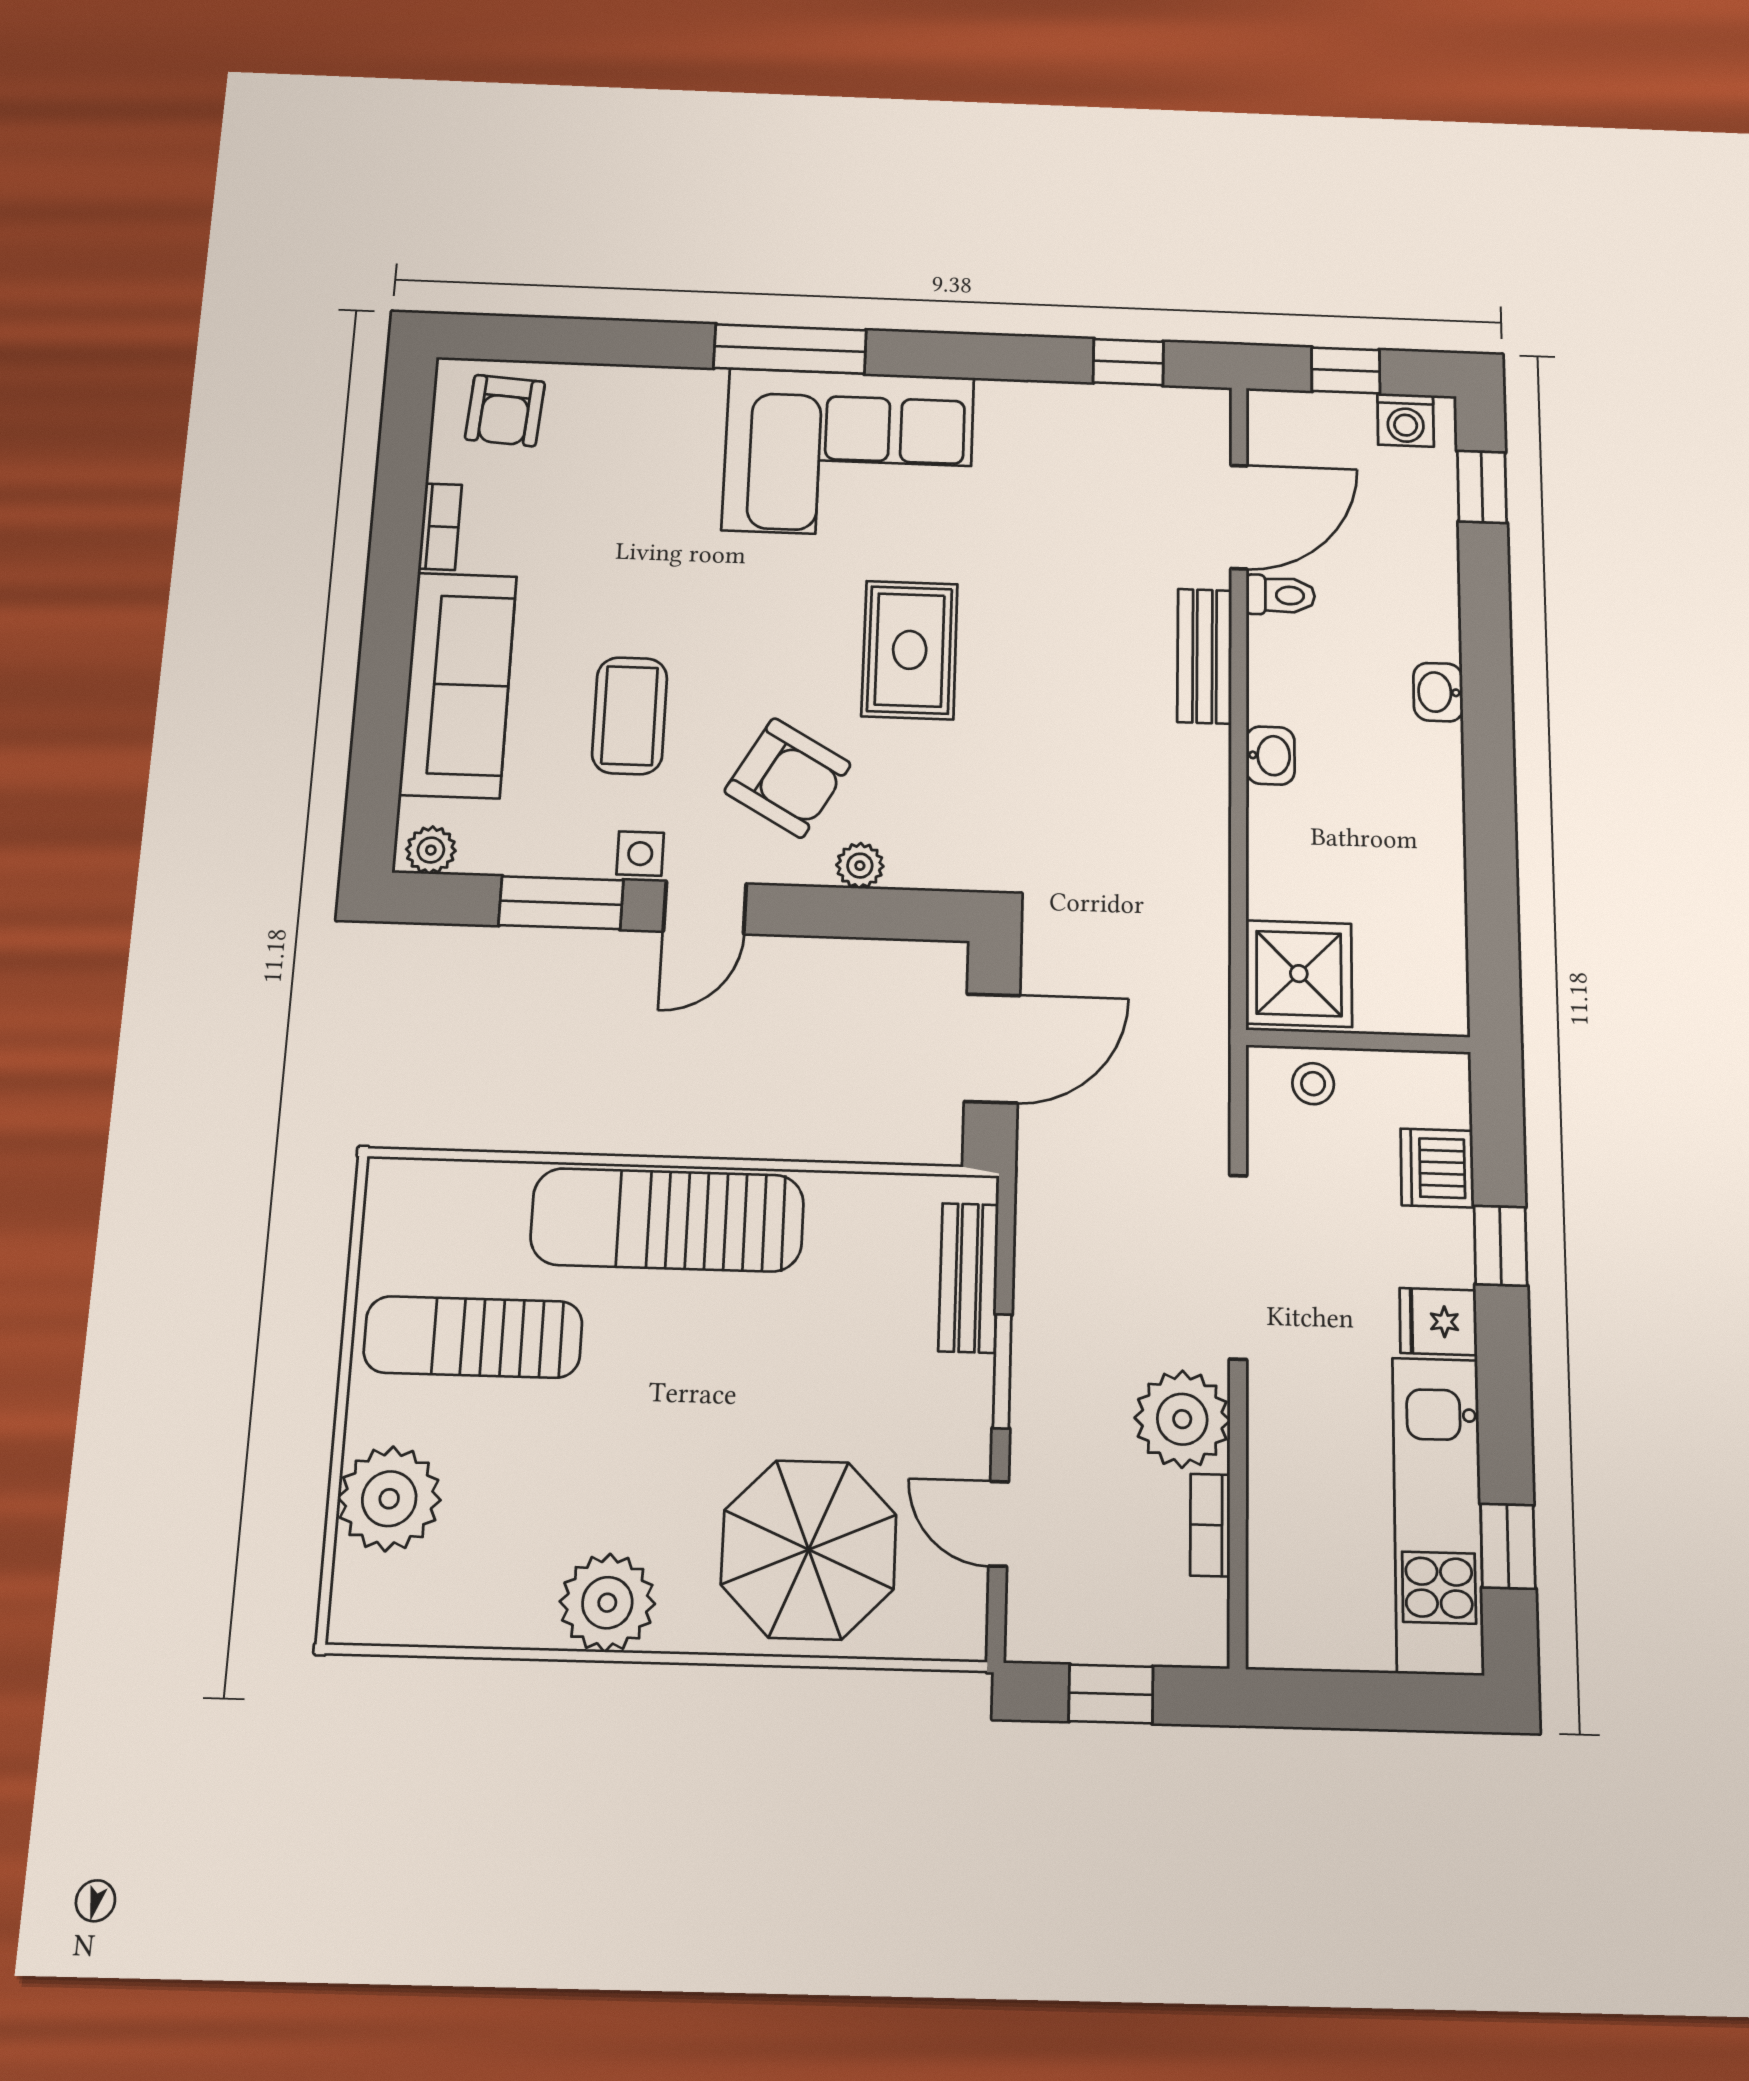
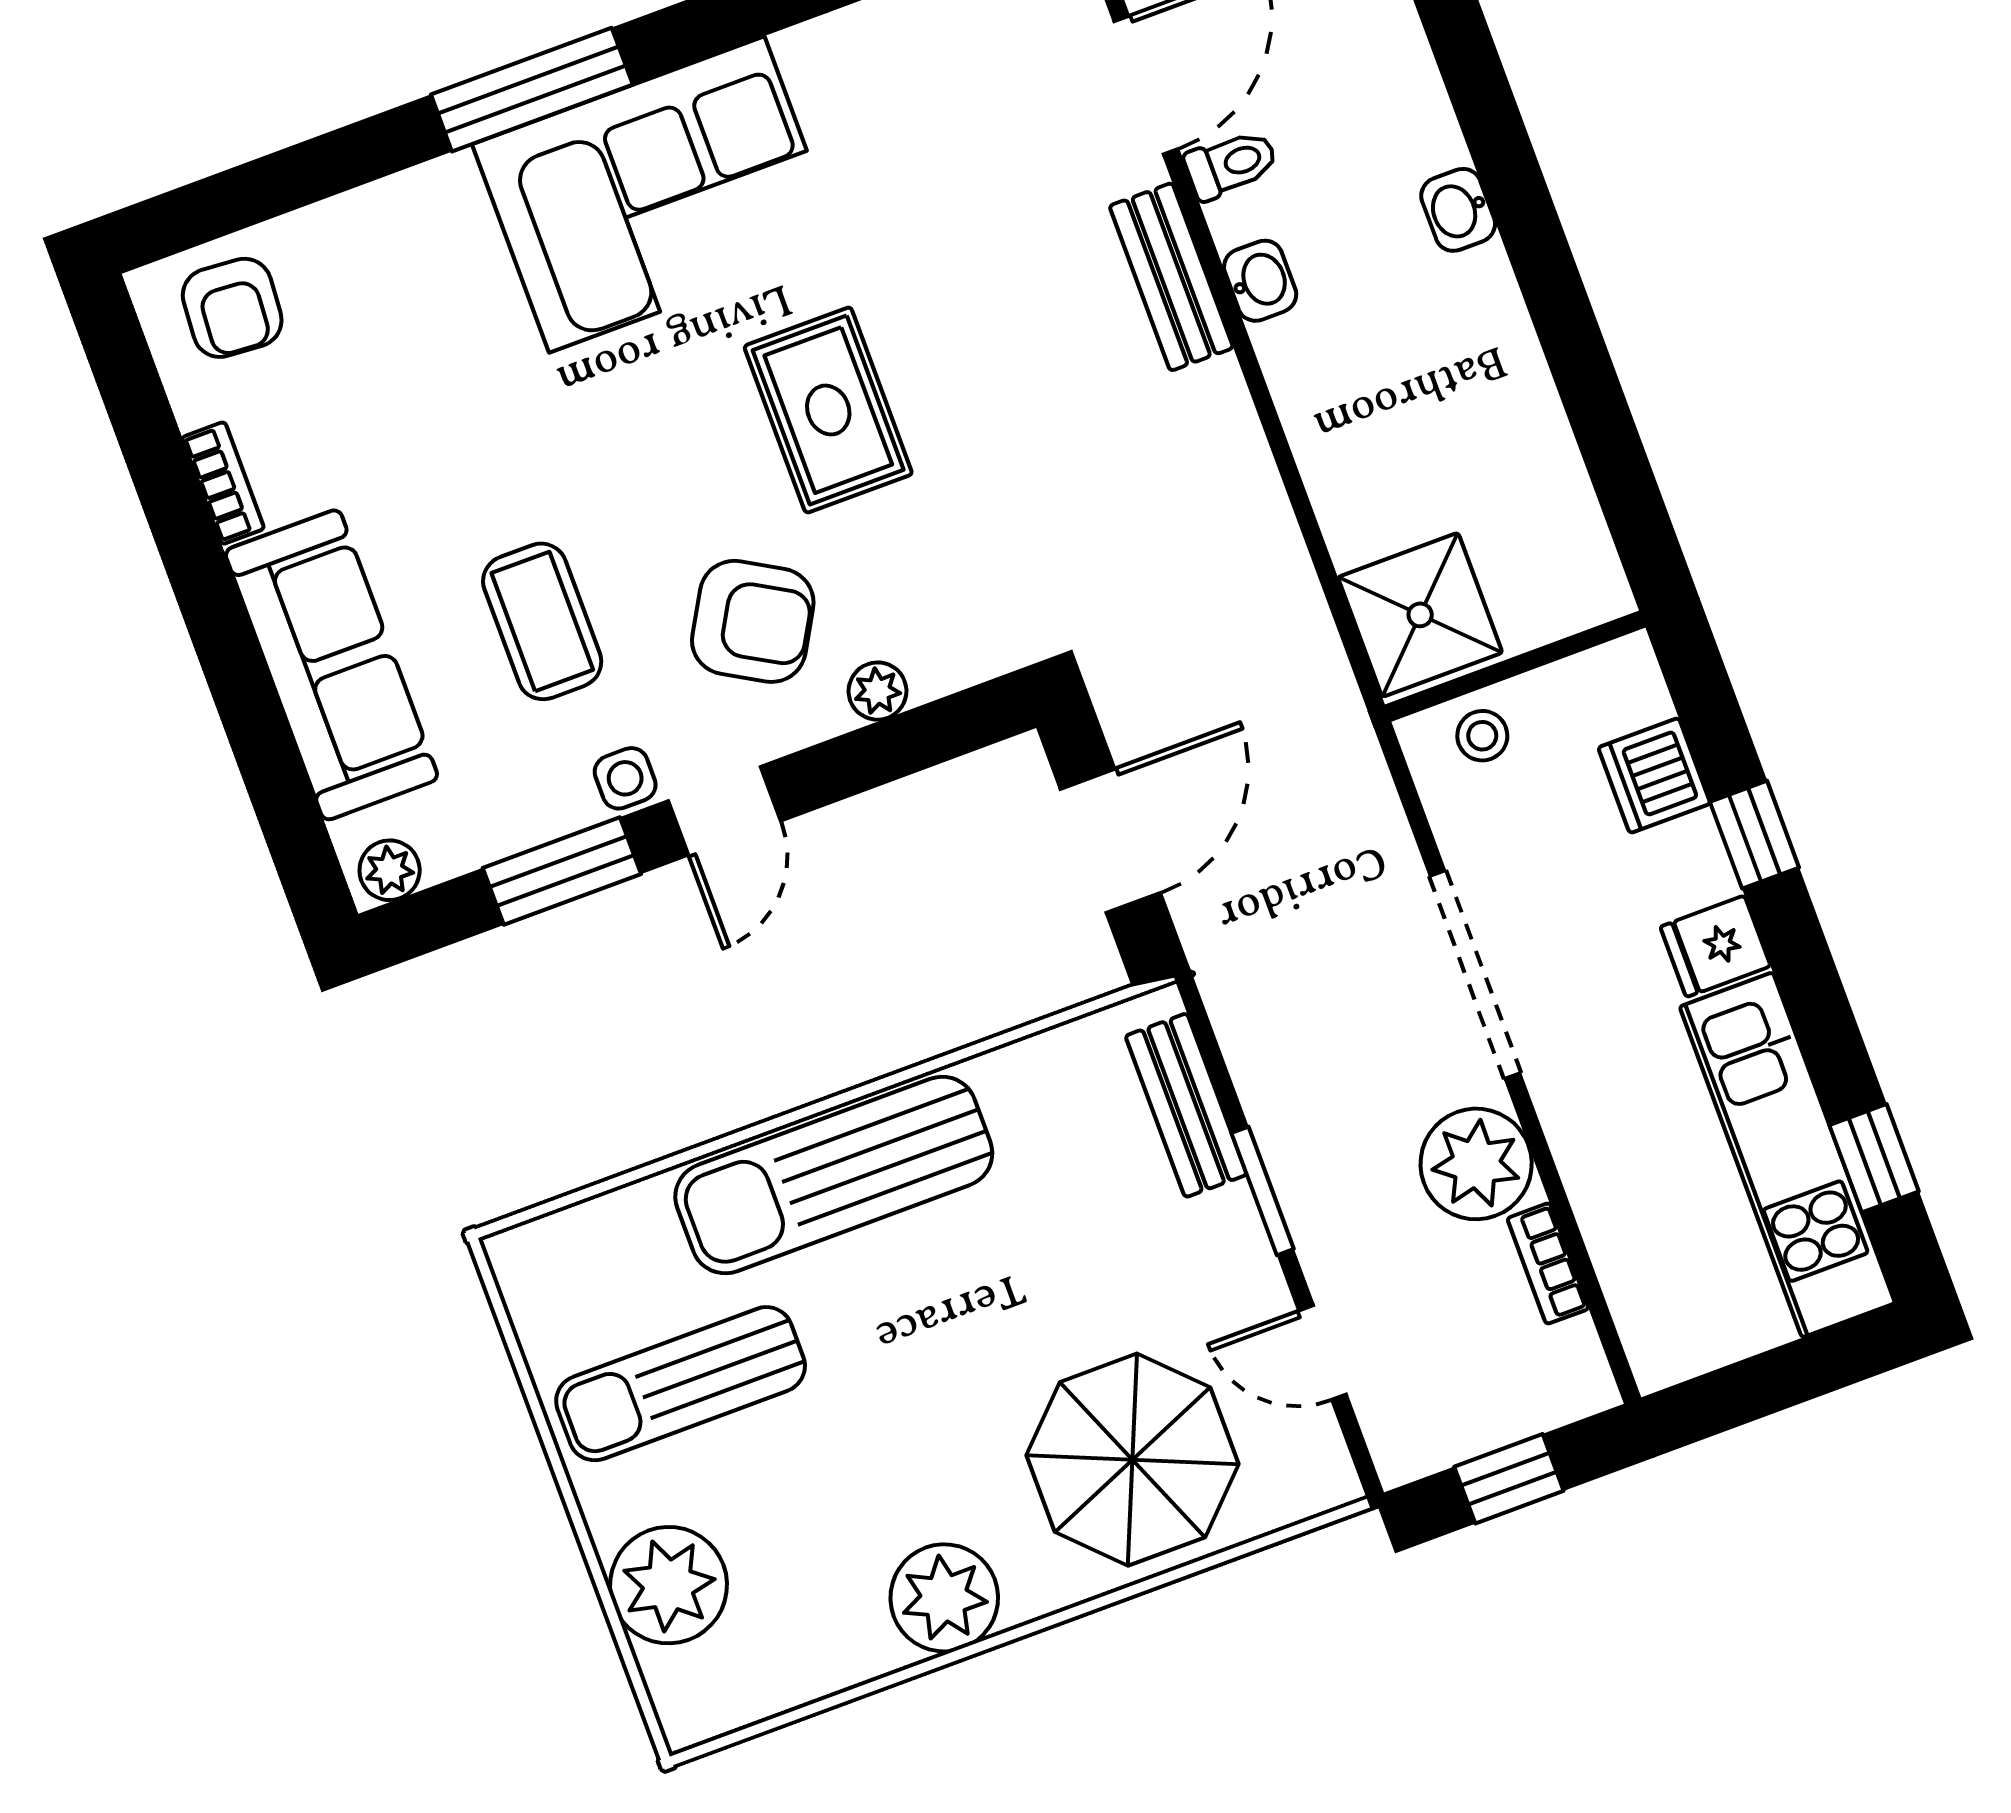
washbasin: (1270, 756) -> (1260, 281), moved

